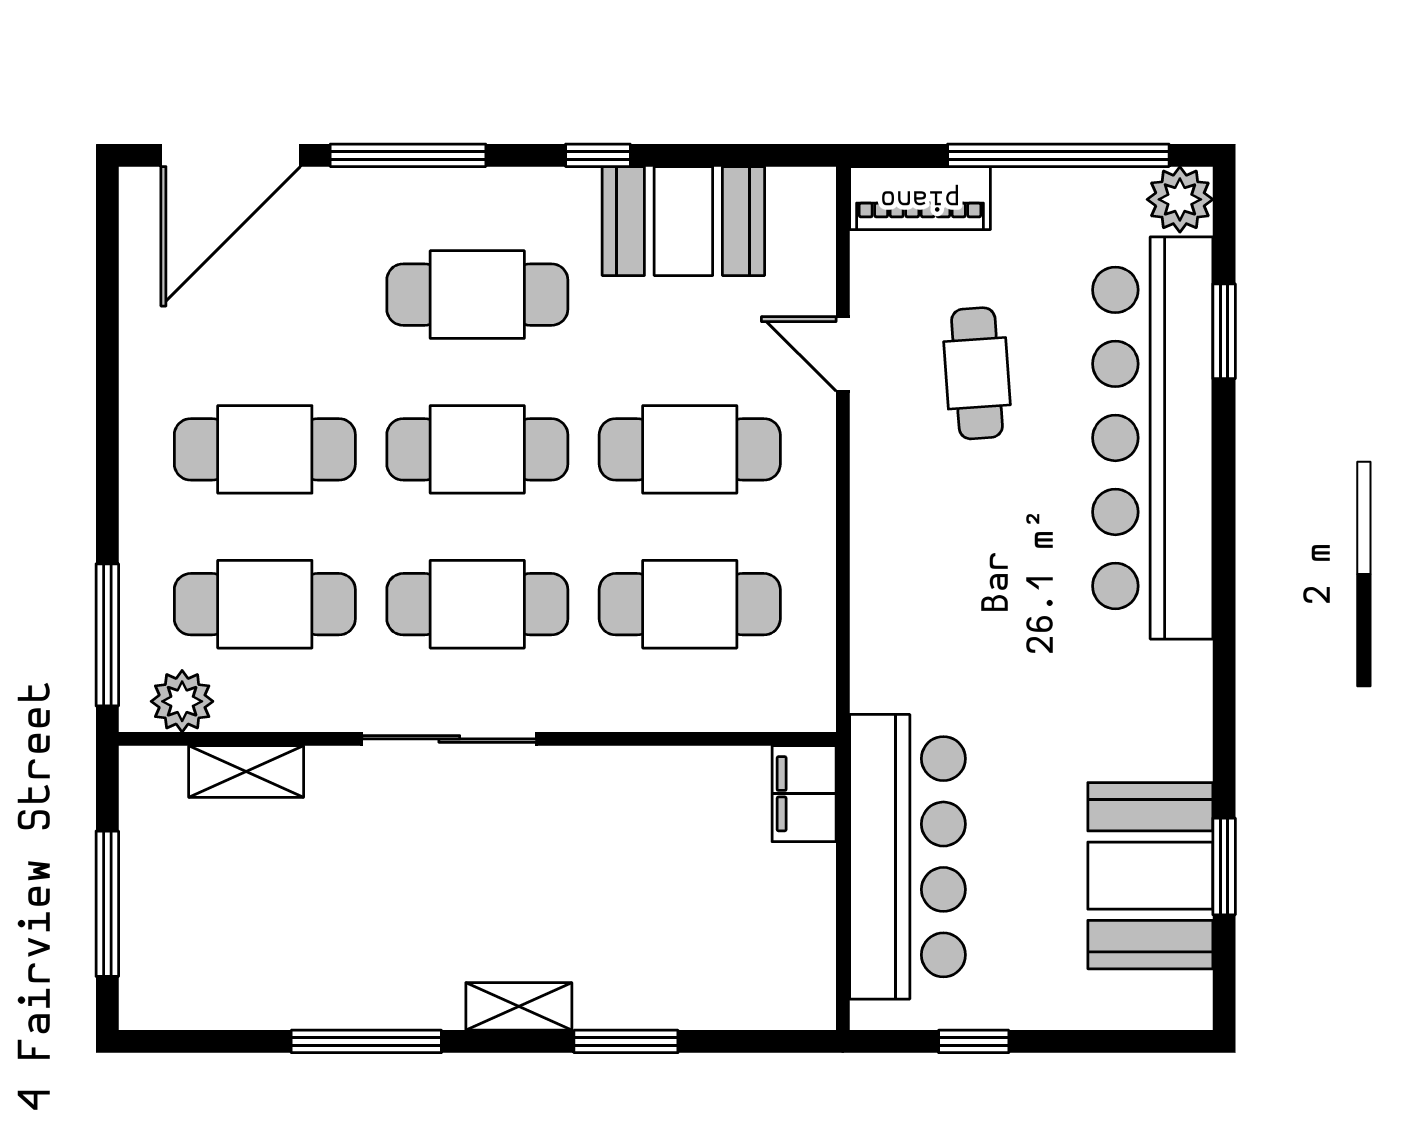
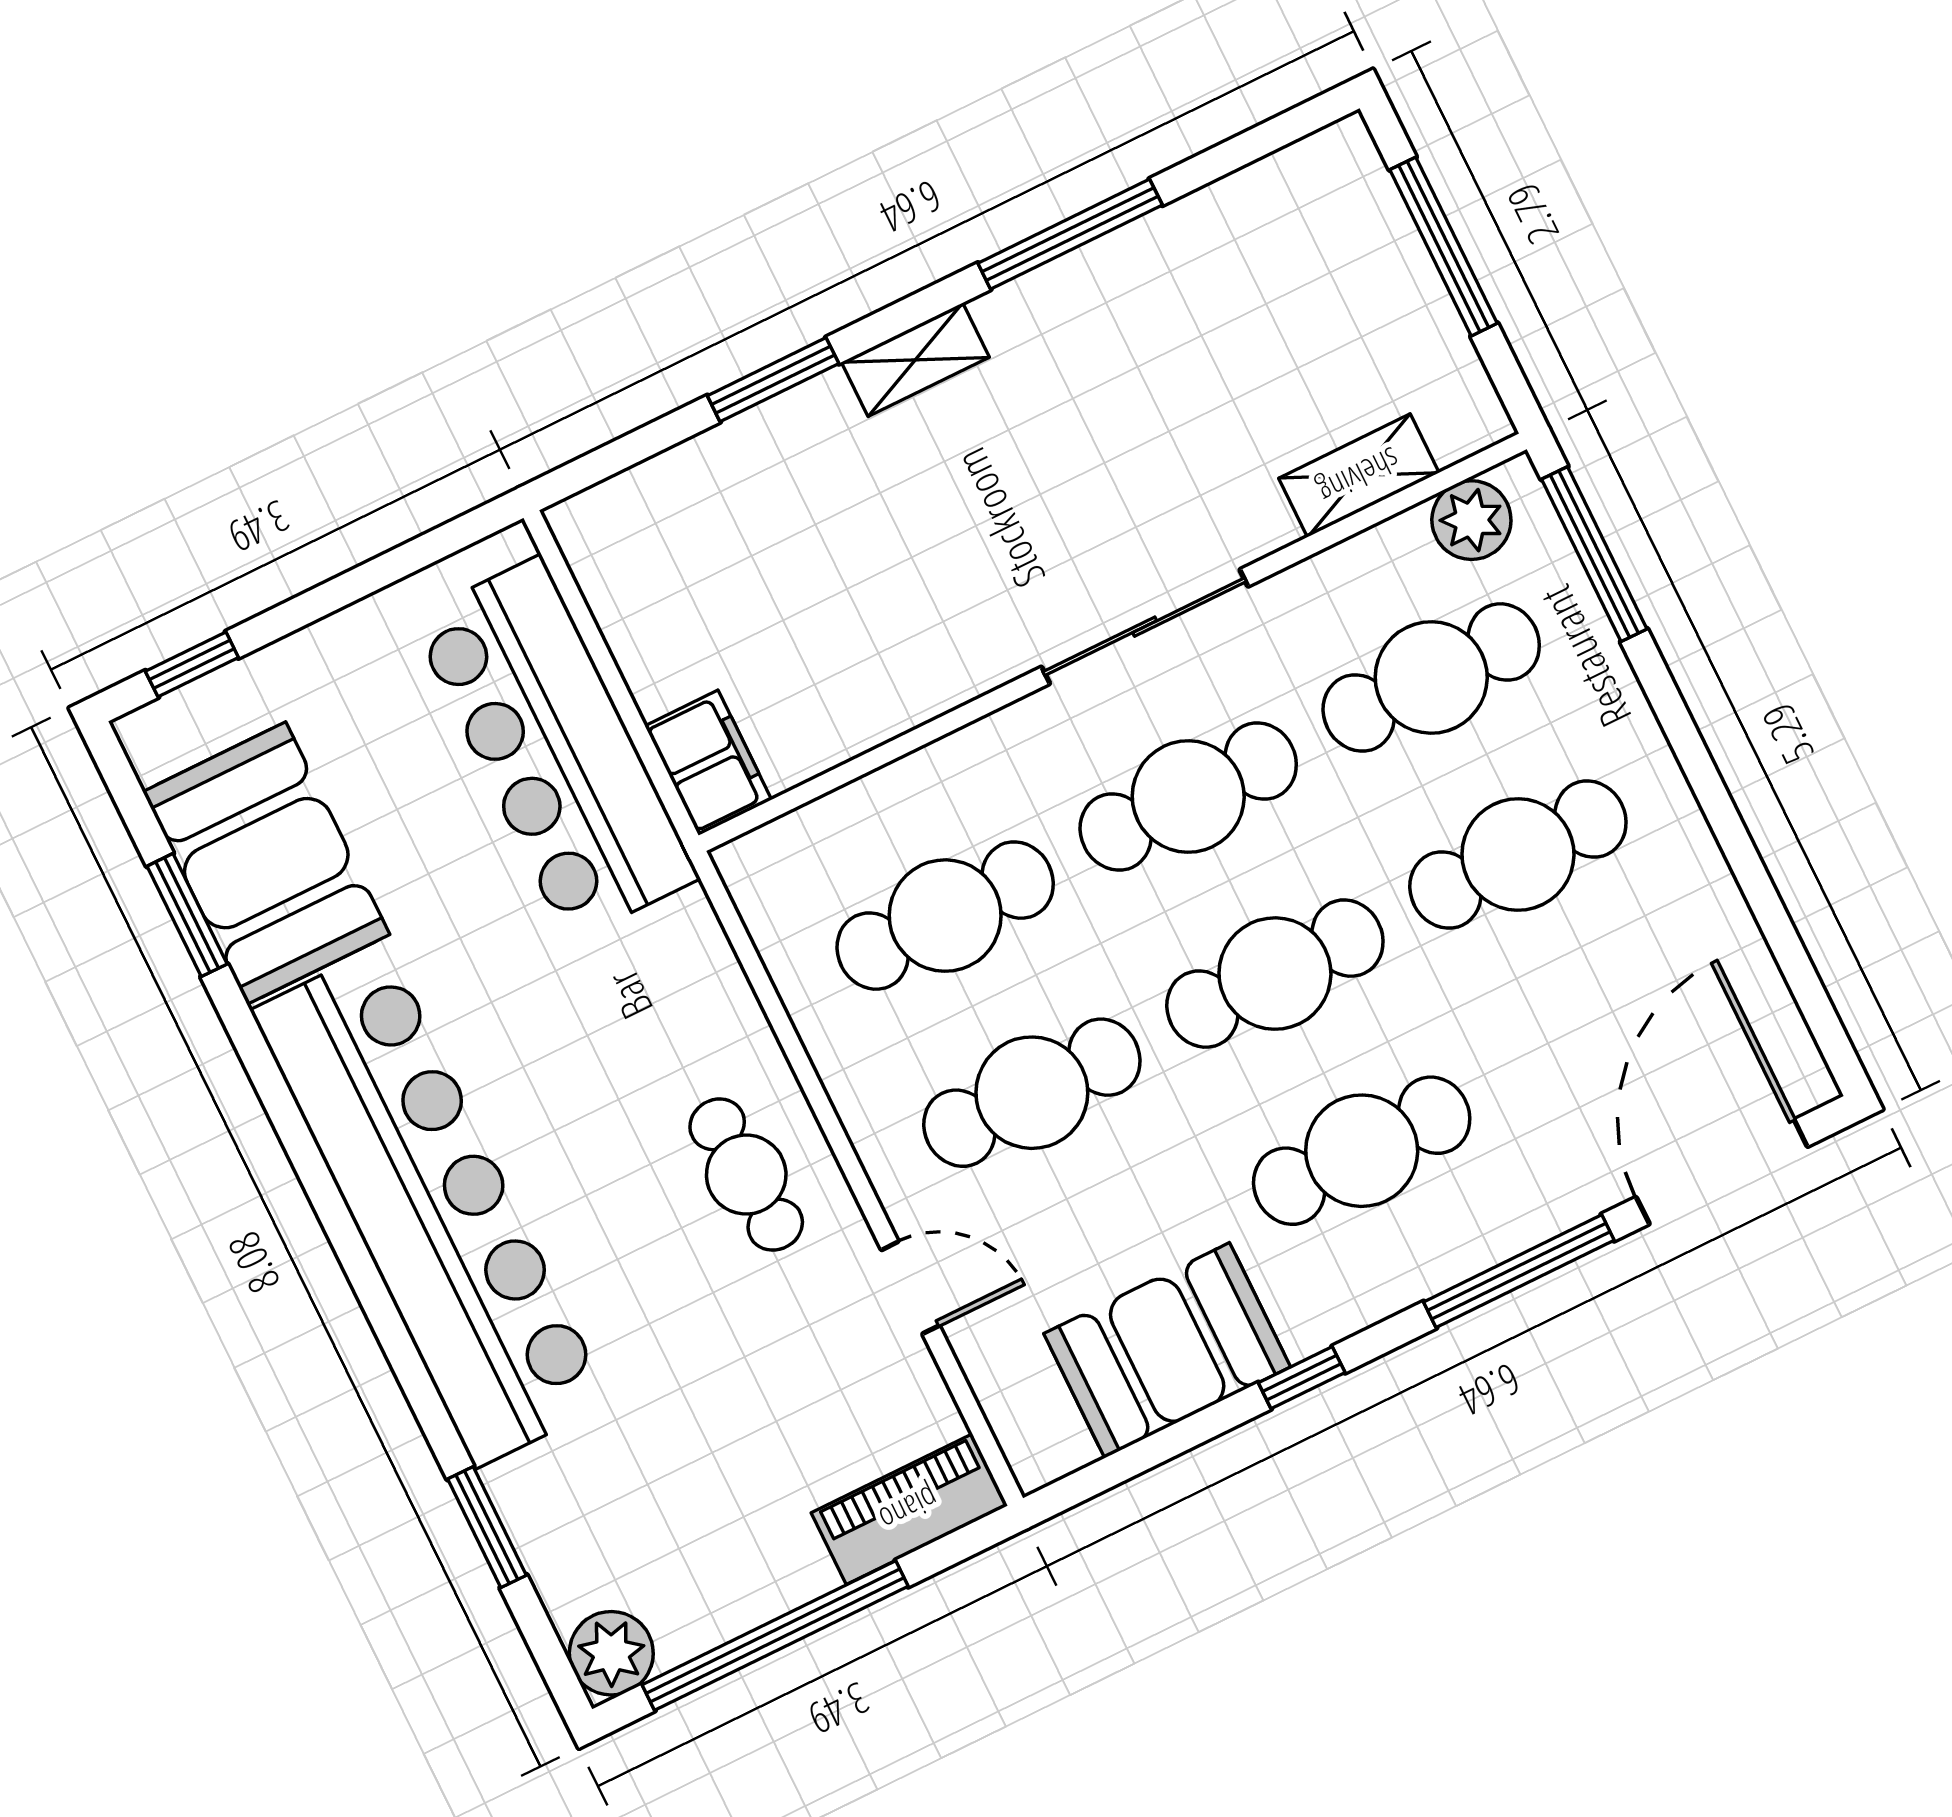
cafe table: (977, 373) -> (746, 1175), moved
bar counter: (1153, 438) -> (431, 1206), moved
window: (974, 1041) -> (192, 664), moved

